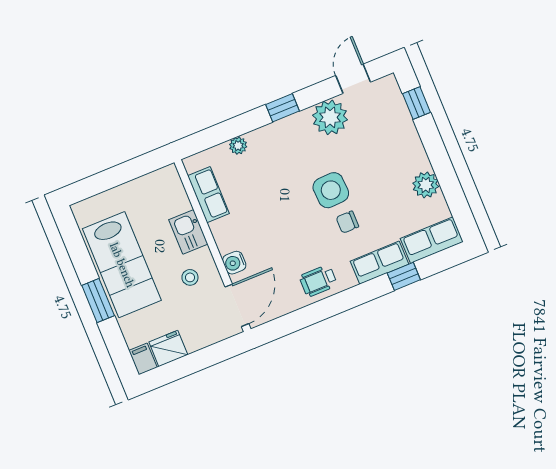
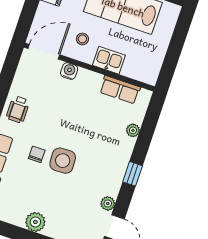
plant: (330, 117) -> (108, 204), width x0.53, depth x0.53
plant: (426, 185) -> (35, 222), moved
wheelchair: (318, 281) -> (18, 109), turned 180
door: (237, 305) -> (44, 52), swing flipped

